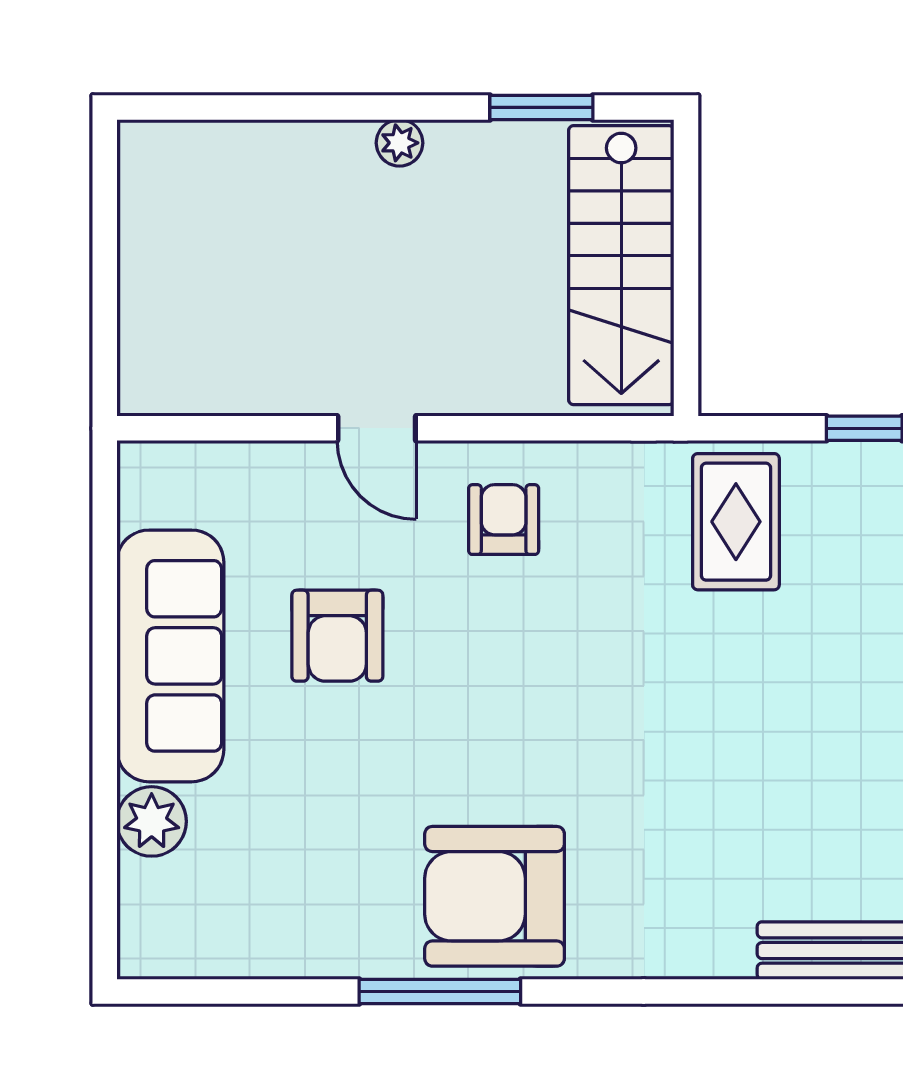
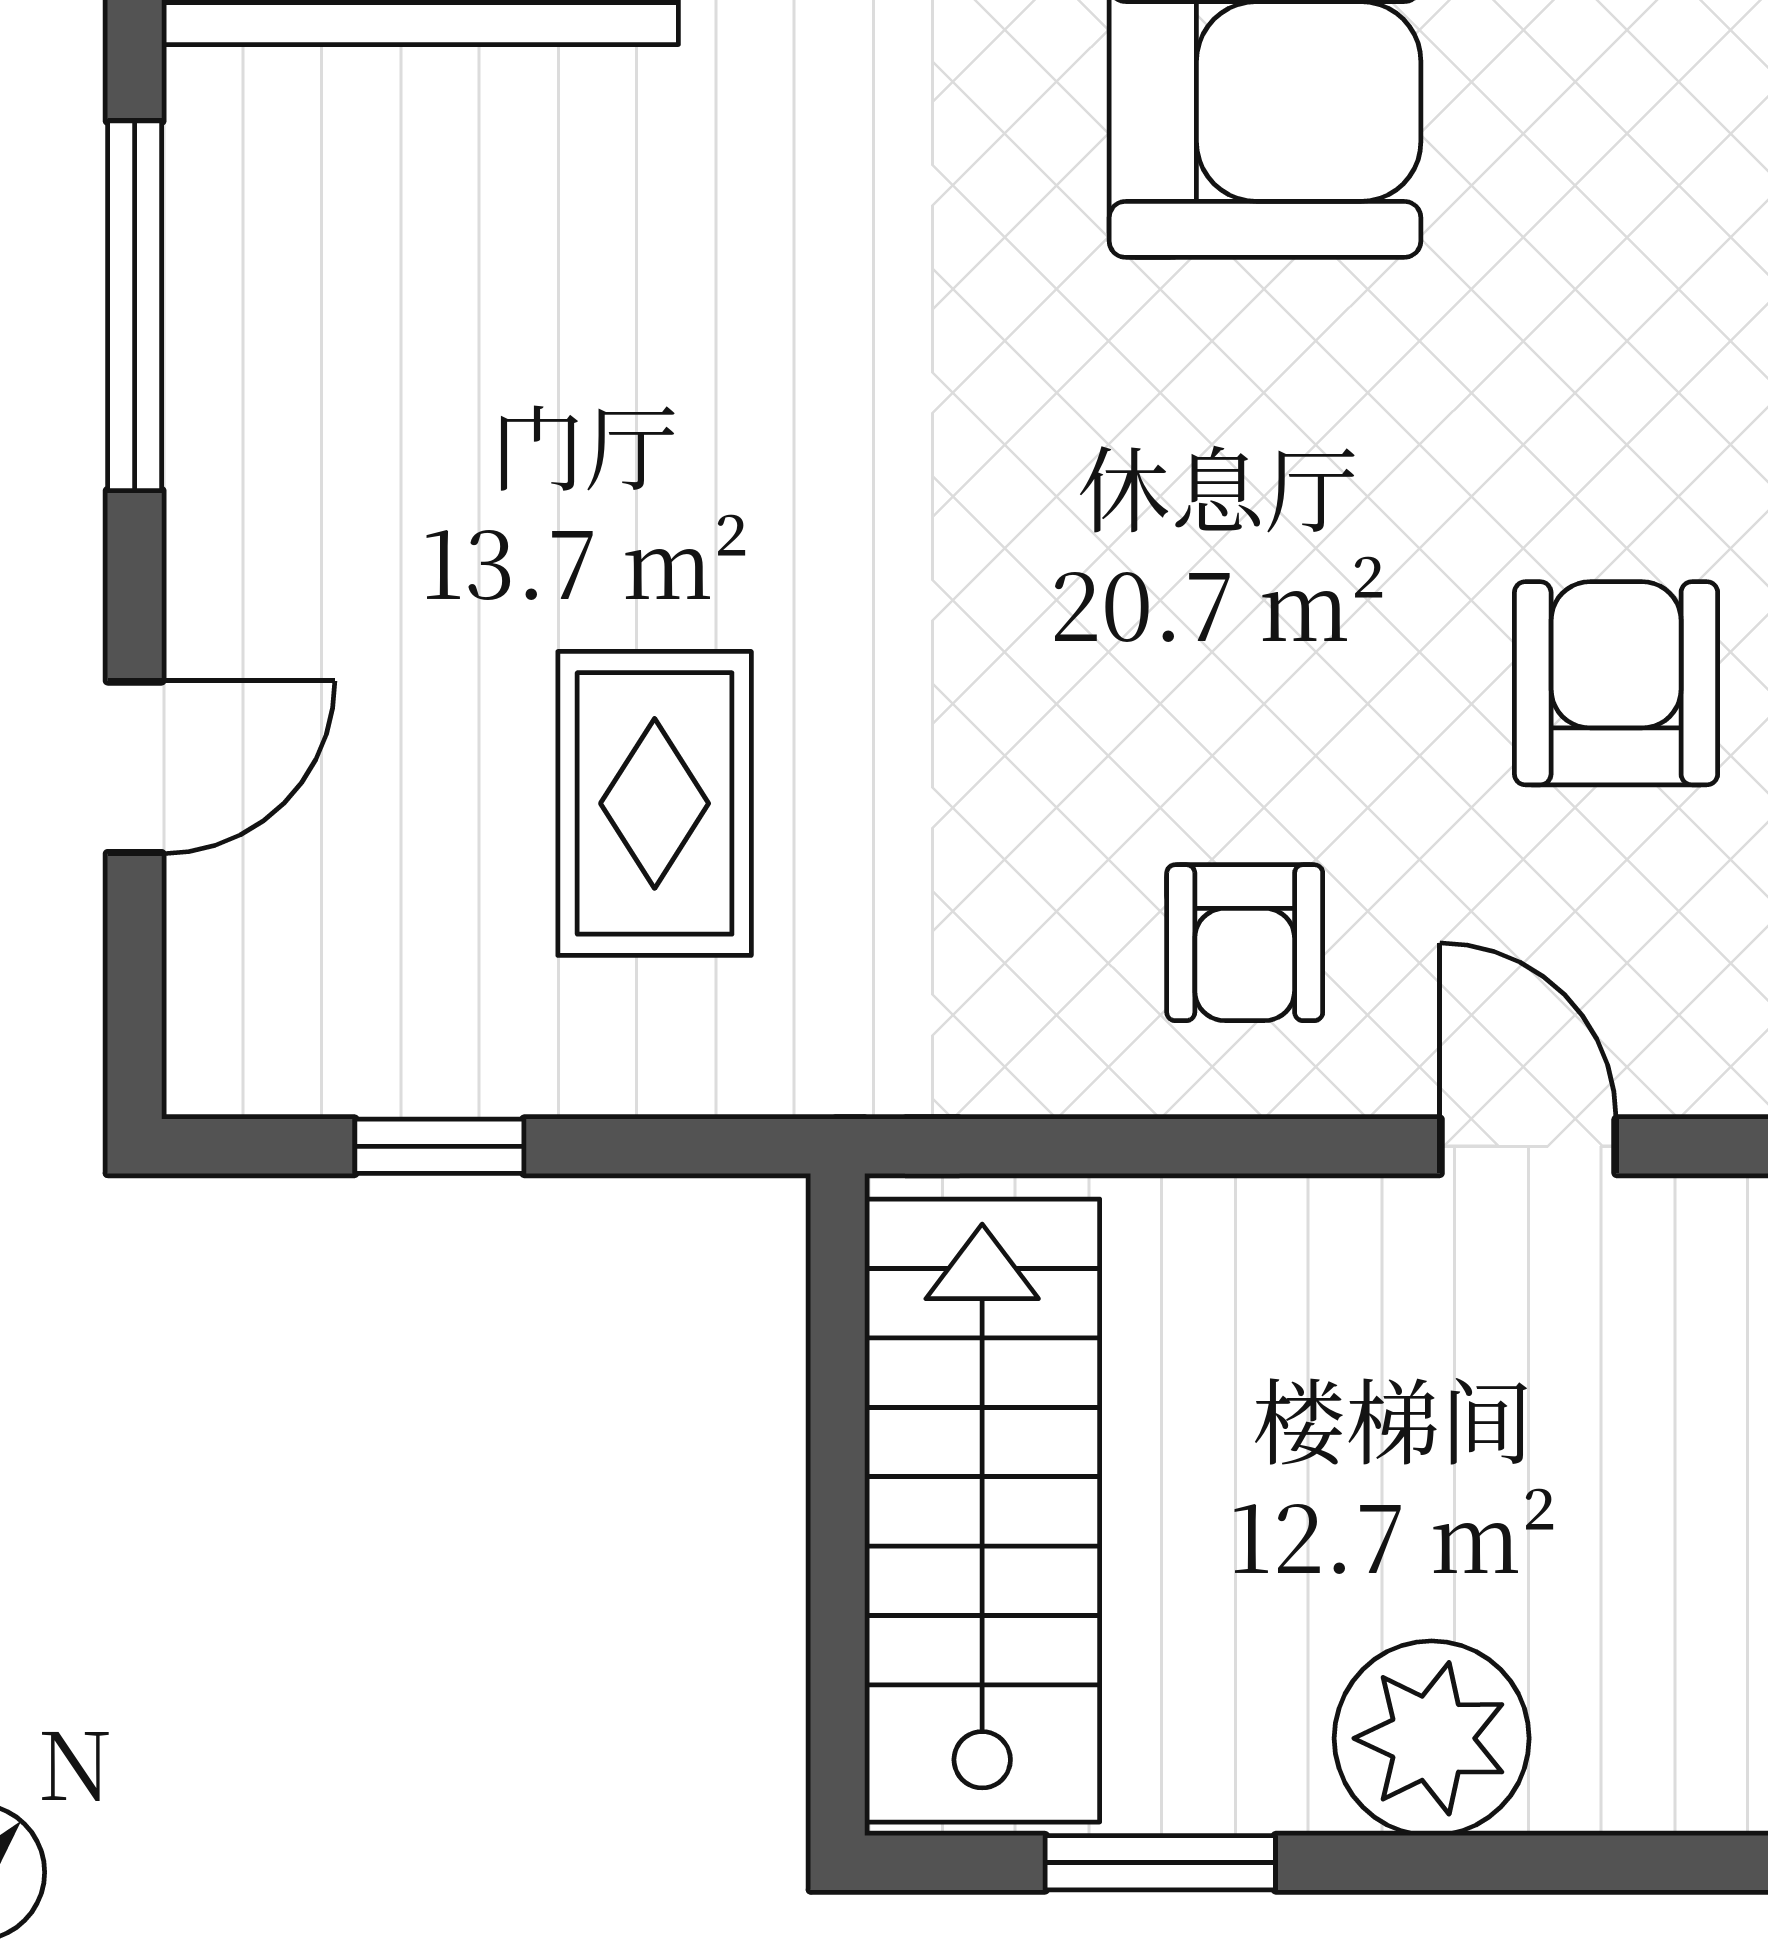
plant: (400, 143) -> (1432, 1738), width x1.88, depth x1.88
rug: (736, 522) -> (655, 803), moved

